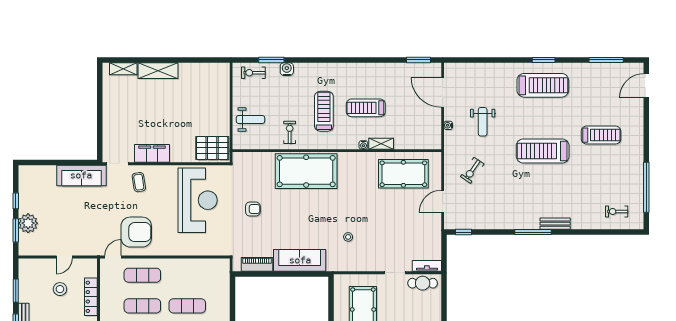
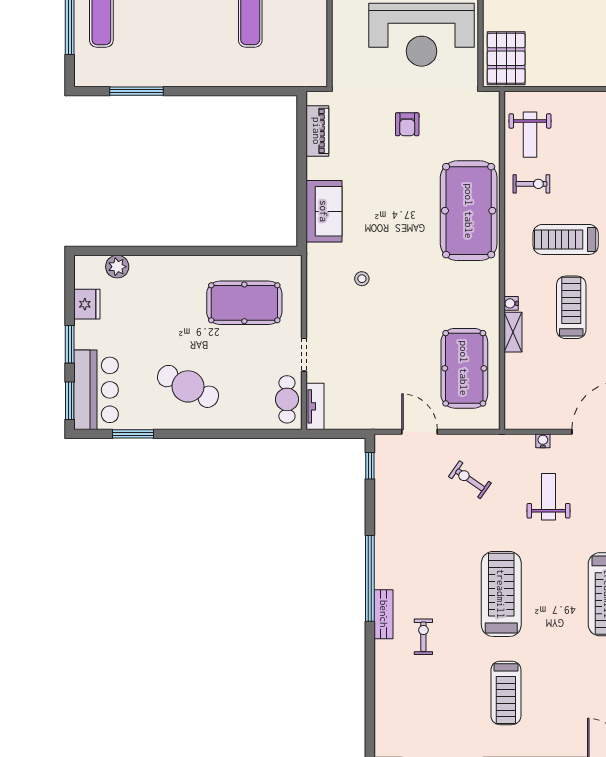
treadmill: (324, 111) -> (566, 239), turned 180
weight bench: (250, 120) -> (530, 135), moved
weight bench: (483, 122) -> (549, 497), turned 90
treadmill: (601, 135) -> (506, 693), moved
exercise bike: (617, 211) -> (423, 637), moved
window: (533, 232) -> (370, 578), width x1.46
sofa: (300, 260) -> (324, 211), width x0.73

